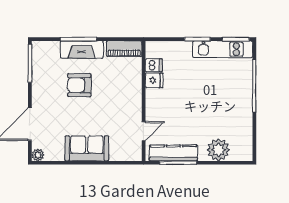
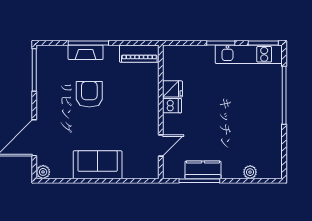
fireplace: (82, 50) -> (86, 52), width x0.73, depth x0.76
dishwasher: (154, 65) -> (172, 106), moved
armchair: (79, 85) -> (89, 94), turned 90
plant: (218, 150) -> (250, 172), width x0.53, depth x0.53
kitchen counter: (173, 153) -> (203, 170), width x0.67

